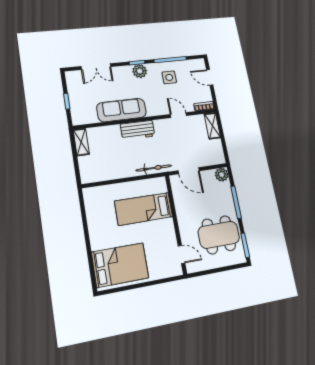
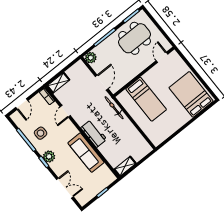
dining table: (219, 235) -> (135, 38), turned 90

